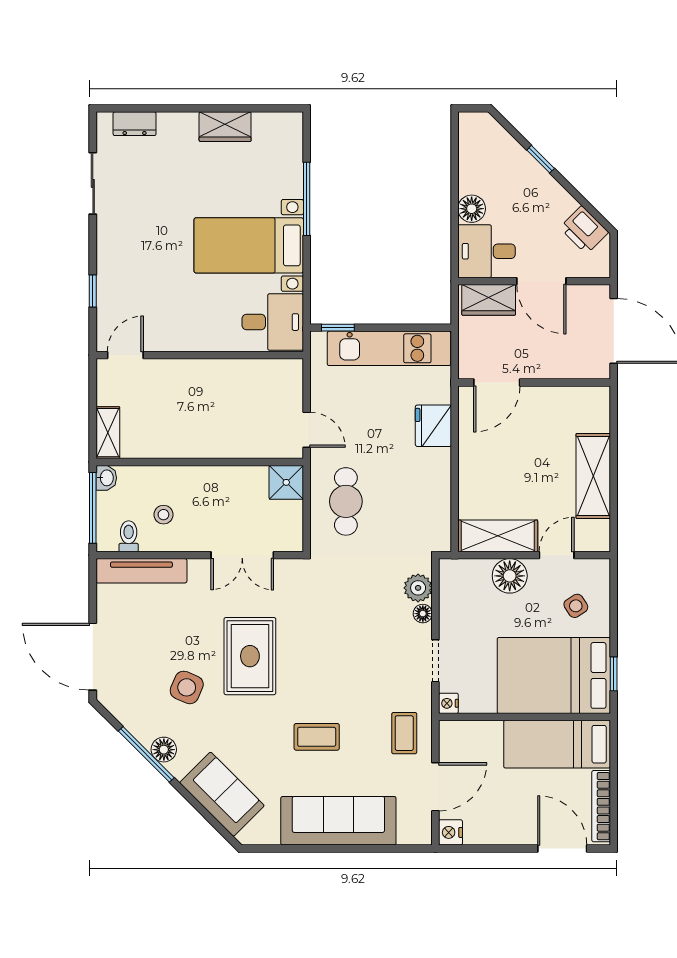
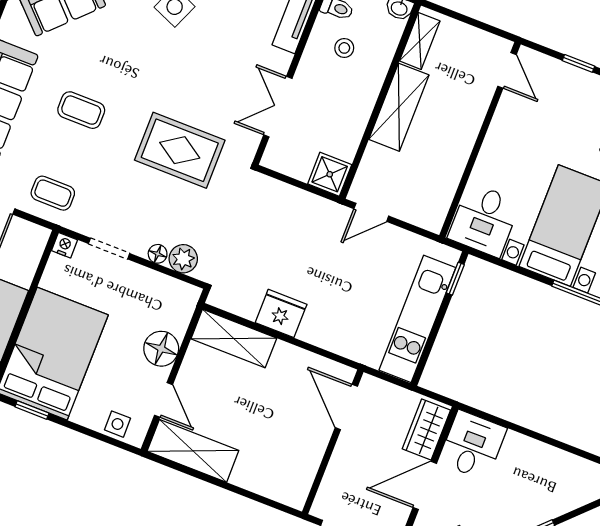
floor lamp: (472, 209) -> (518, 447), removed
fridge: (433, 426) -> (281, 313), moved
shelving: (108, 433) -> (420, 41), moved, turned 90
shelving: (199, 442) -> (399, 107), added
shelving: (593, 476) -> (193, 451), moved
cafe table: (346, 501) -> (290, 223), removed
shelving: (498, 536) -> (234, 338), moved, turned 90
side table: (576, 606) -> (117, 424), moved, turned 33
rug: (250, 656) -> (180, 150), moved
coffee table: (317, 737) -> (81, 110), turned 90

